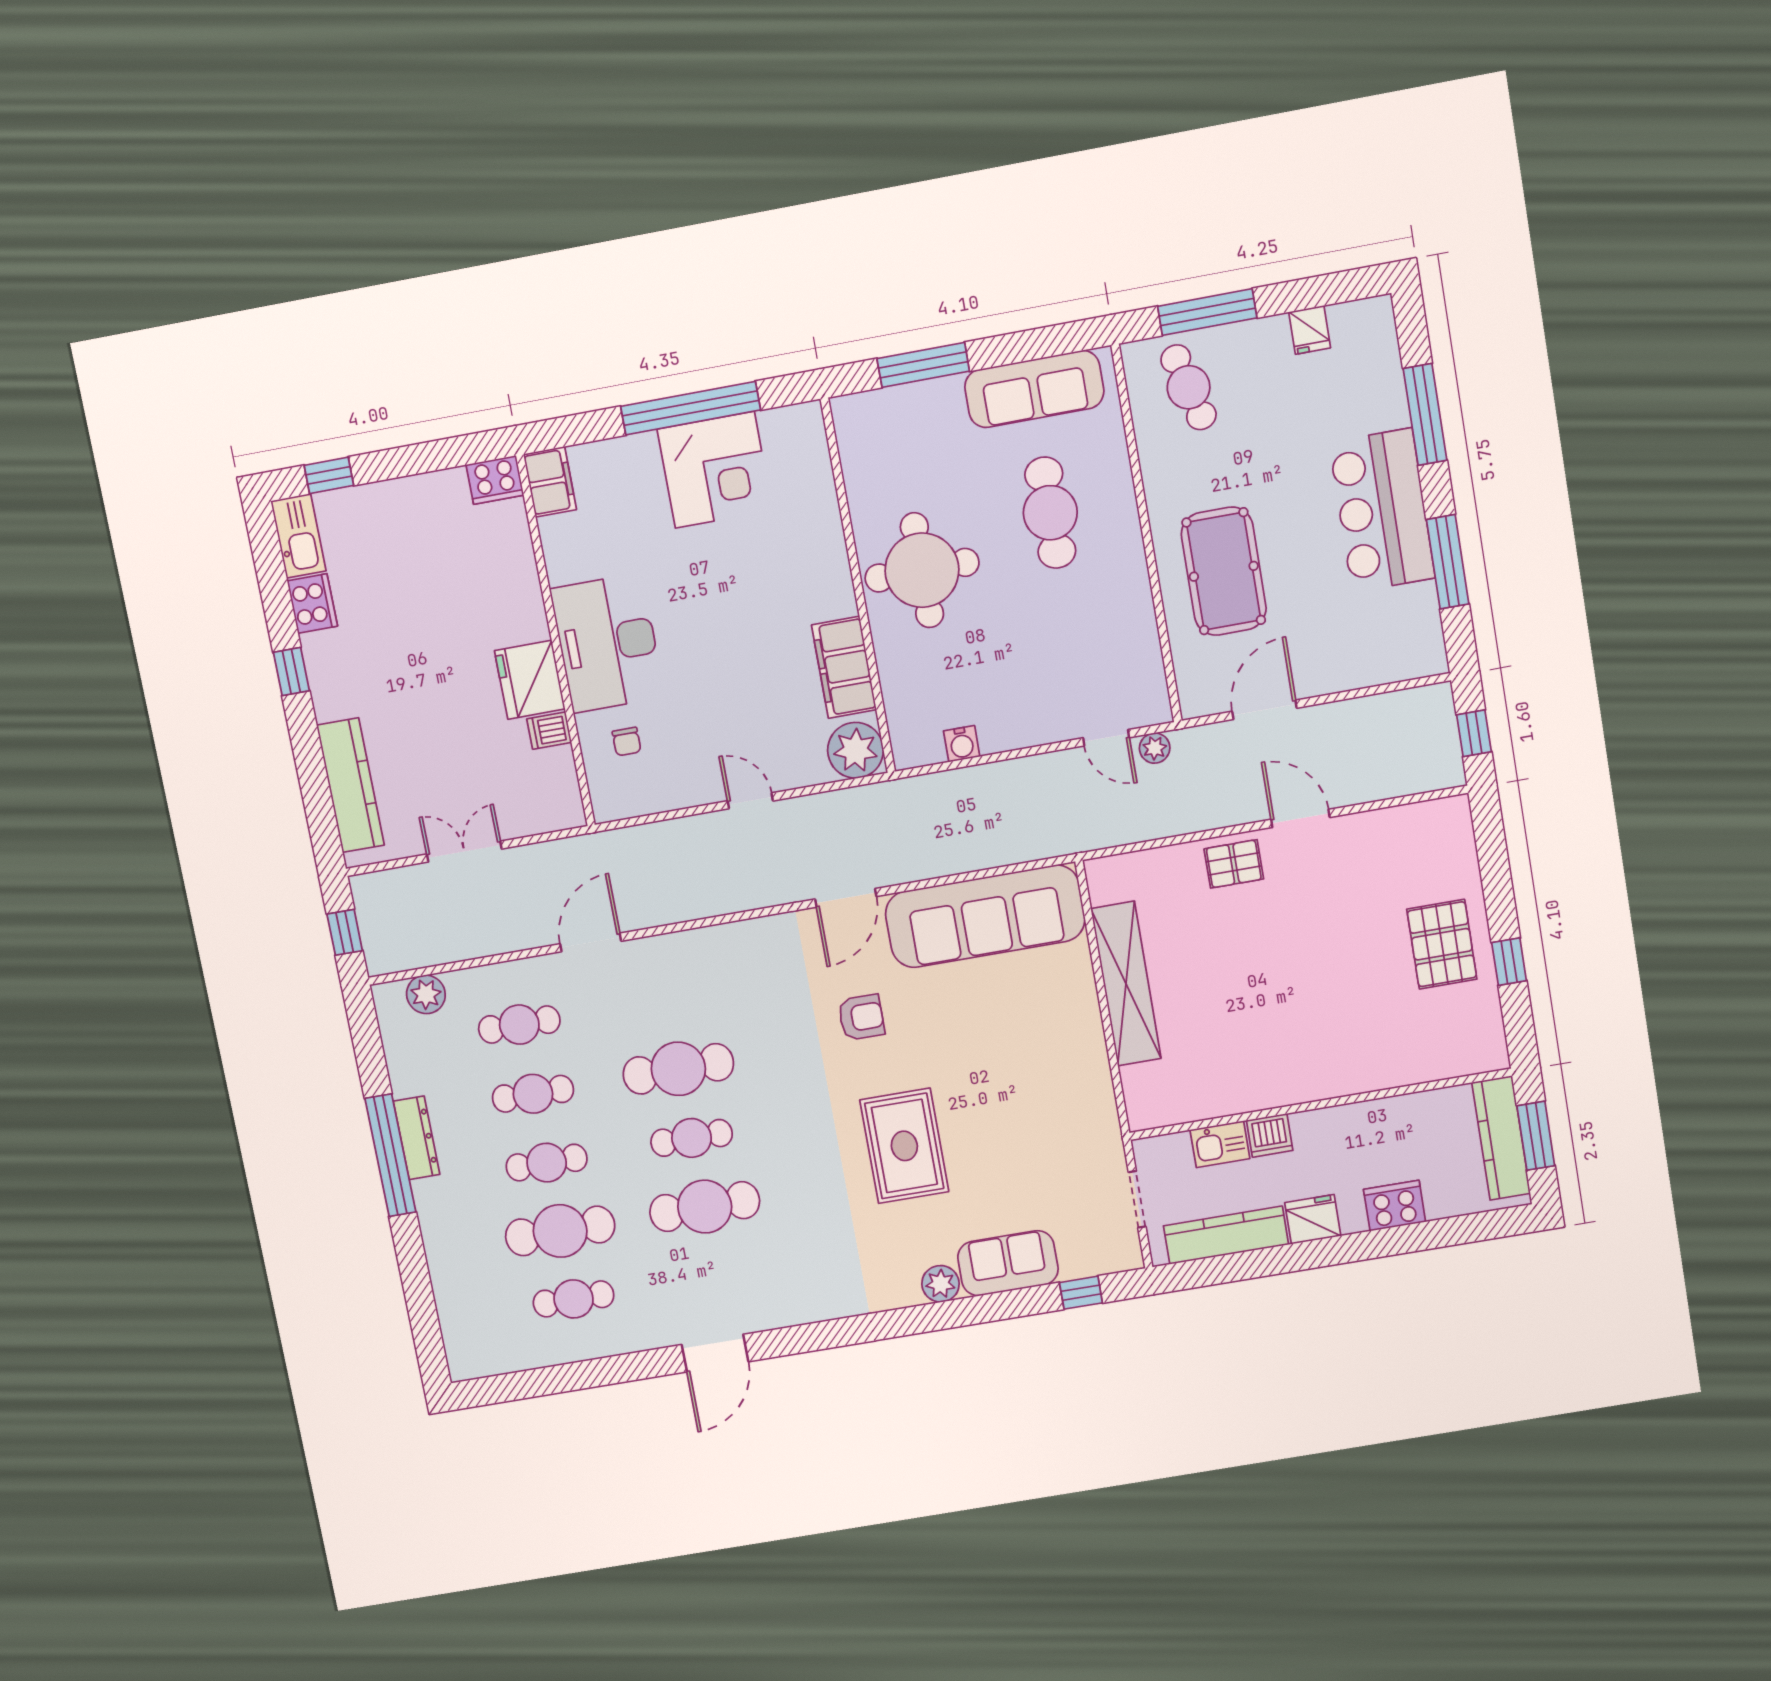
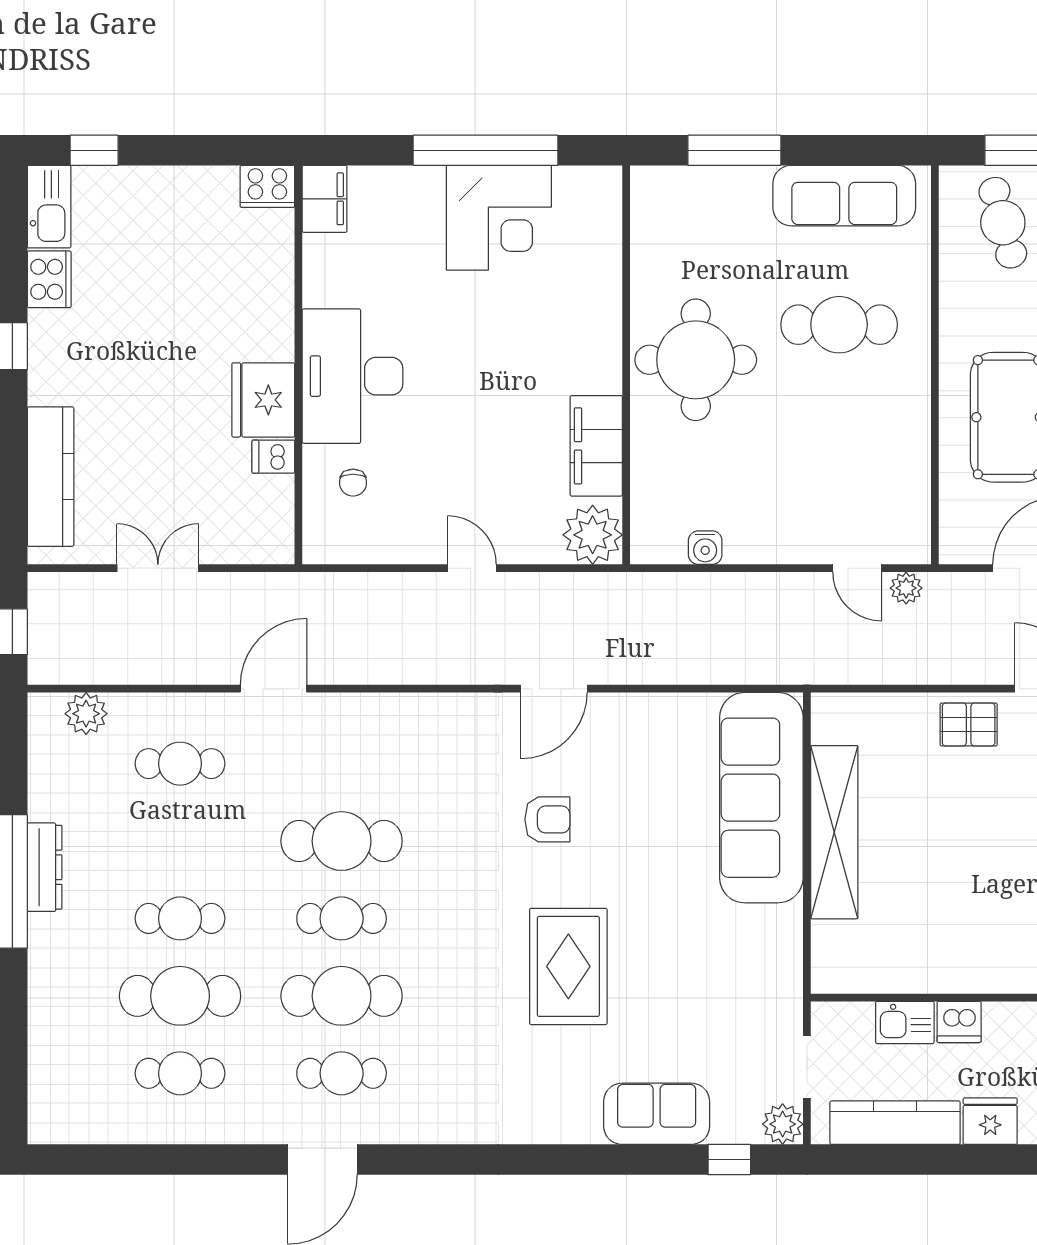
cafe table: (1050, 513) -> (839, 325), turned 90
sofa: (985, 916) -> (761, 798), moved, turned 90
cafe table: (533, 1094) -> (342, 1073), moved
plant: (940, 1284) -> (783, 1124), moved

